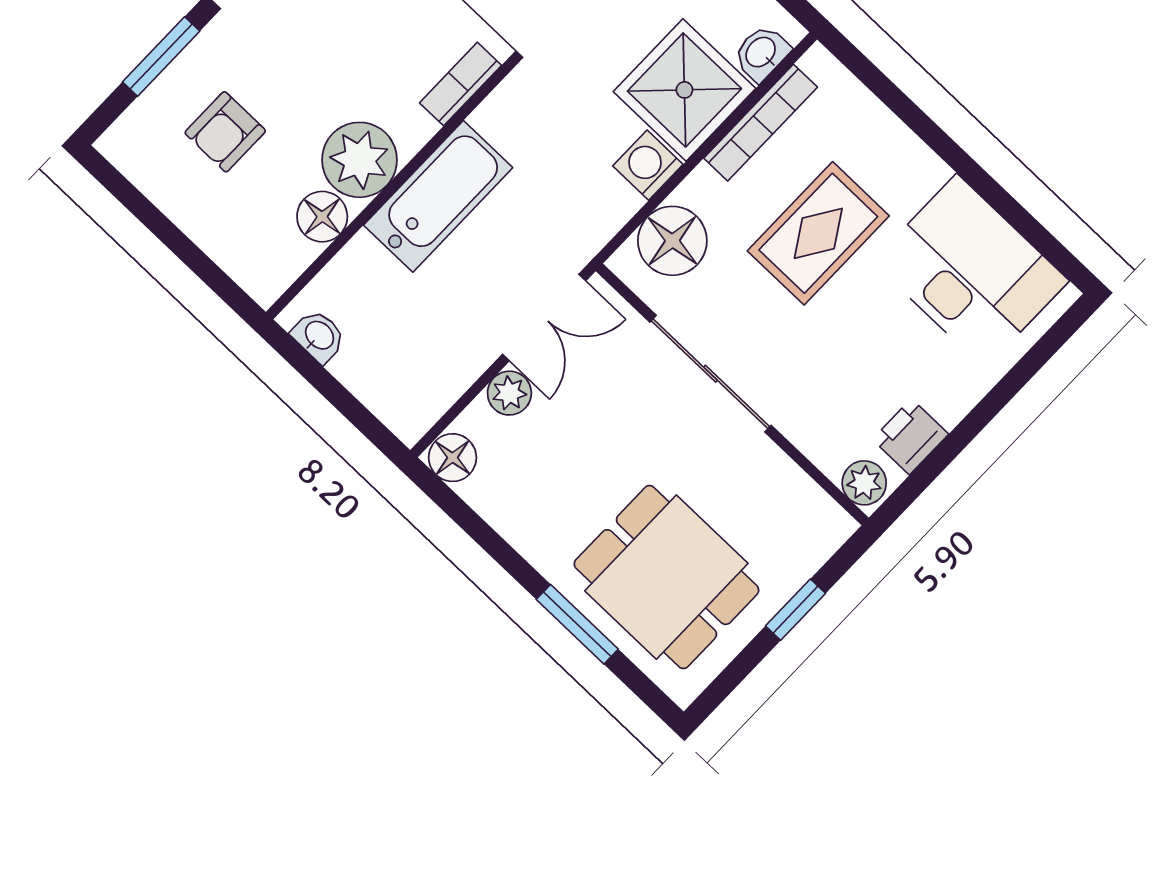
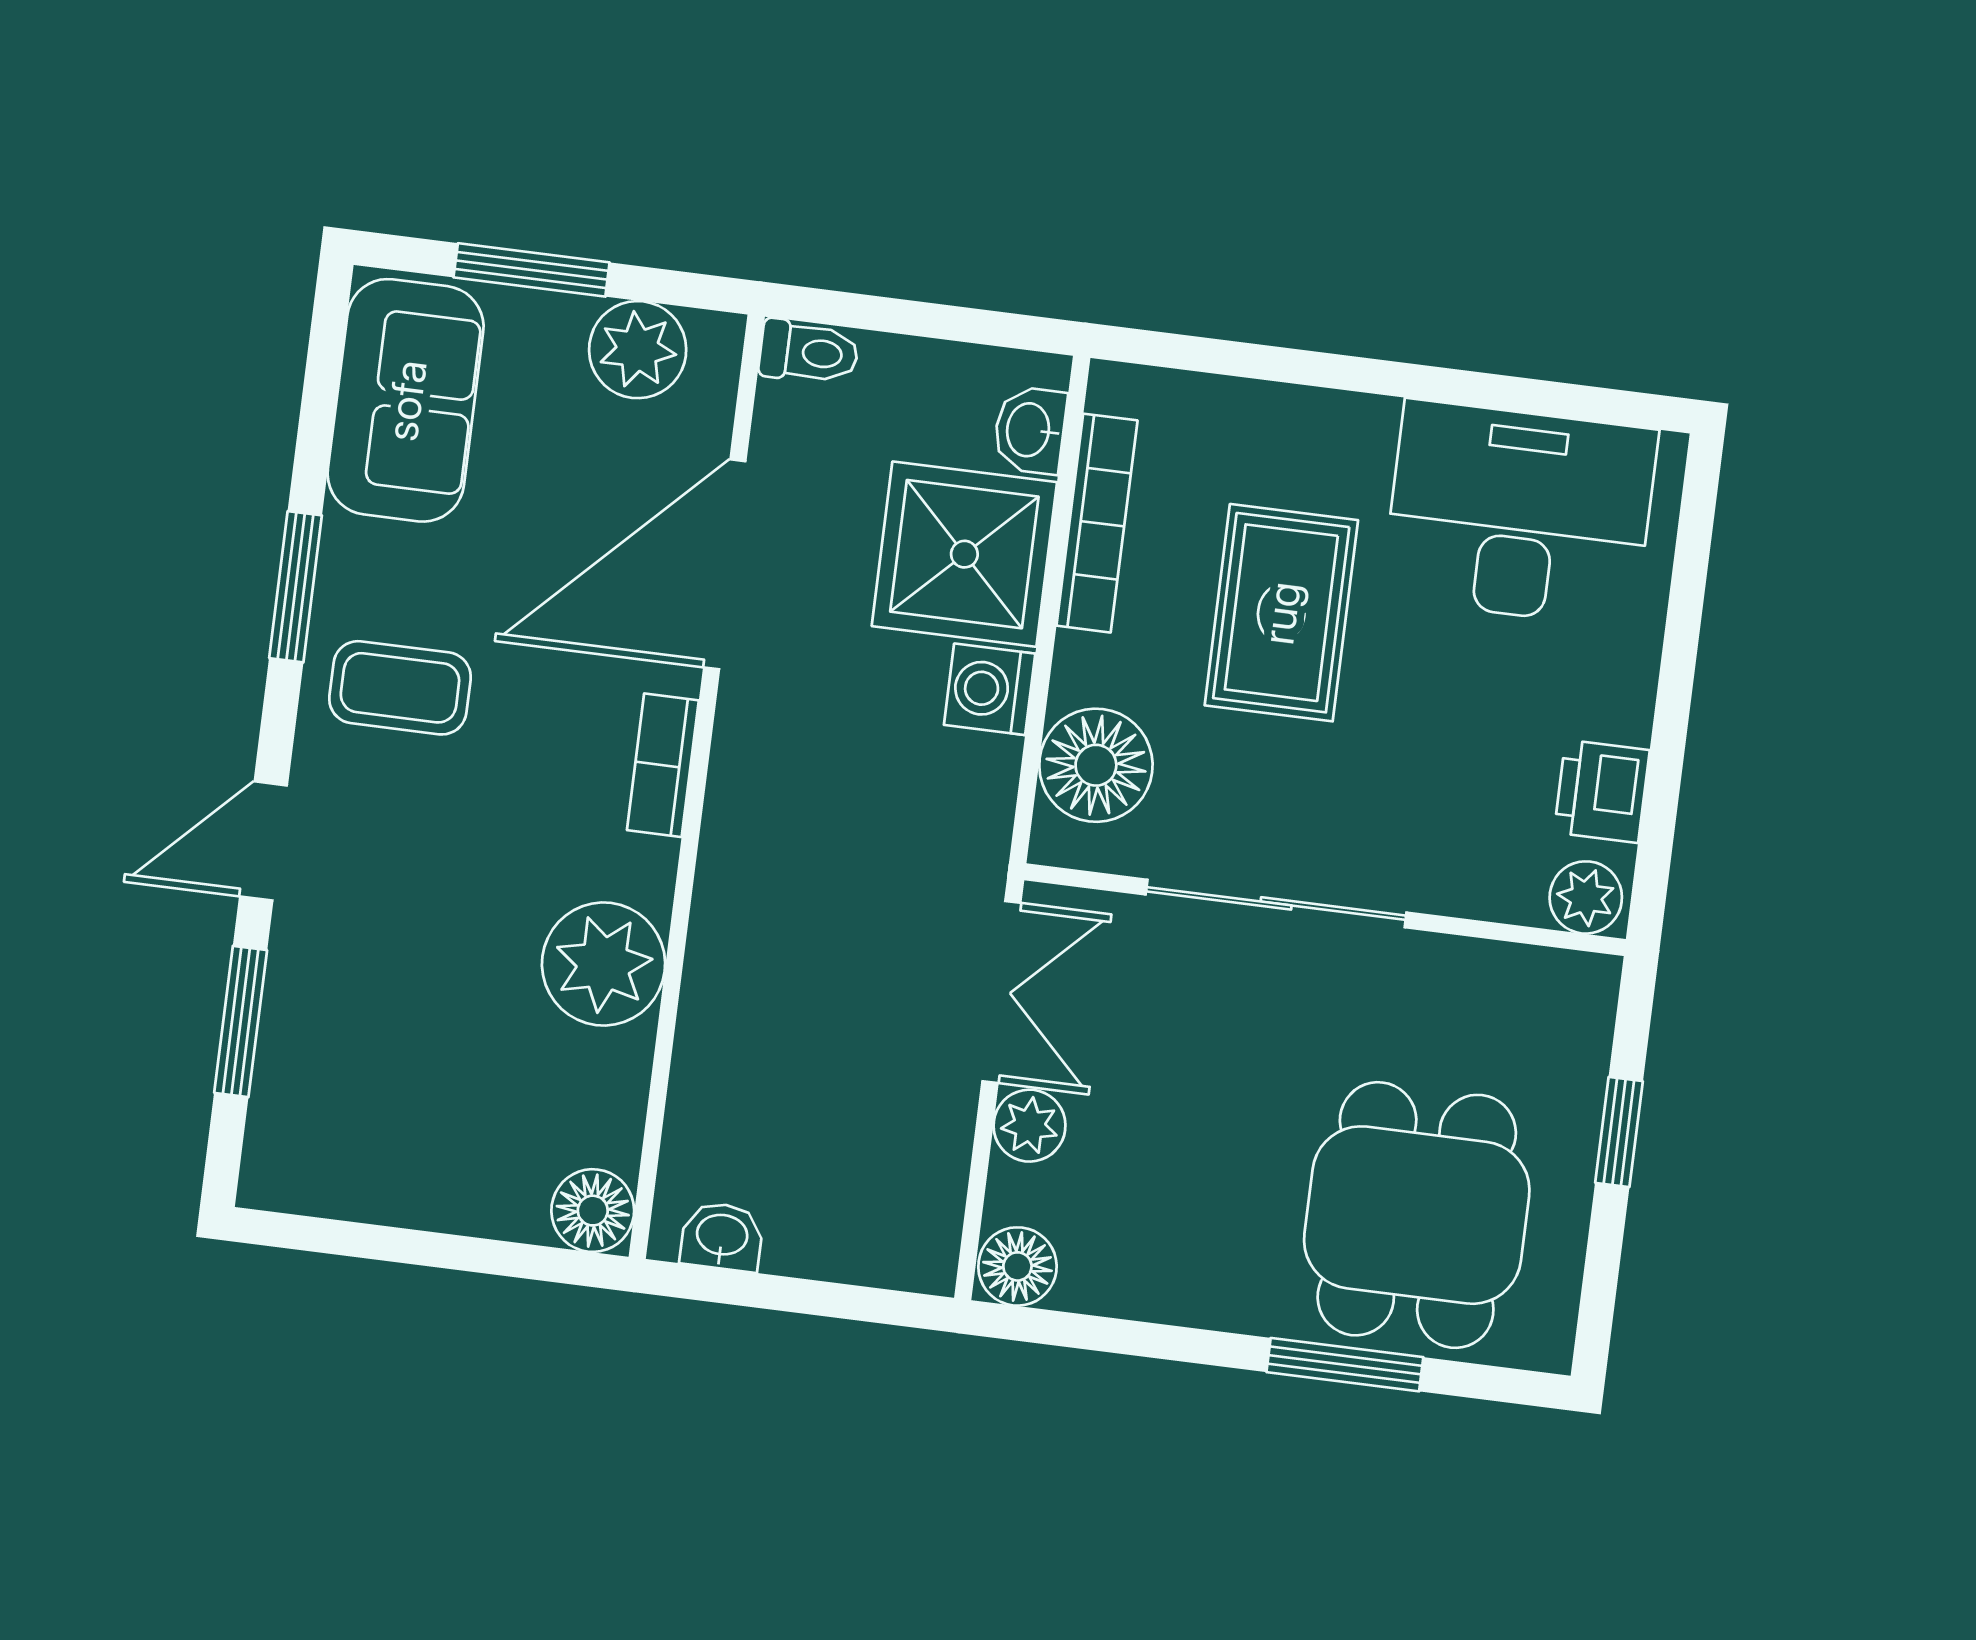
armchair: (225, 132) -> (399, 1058), removed
bathtub: (438, 196) -> (743, 935), removed
floor lamp: (322, 217) -> (593, 1211), moved
dining table: (666, 577) -> (1417, 1215), turned 90

